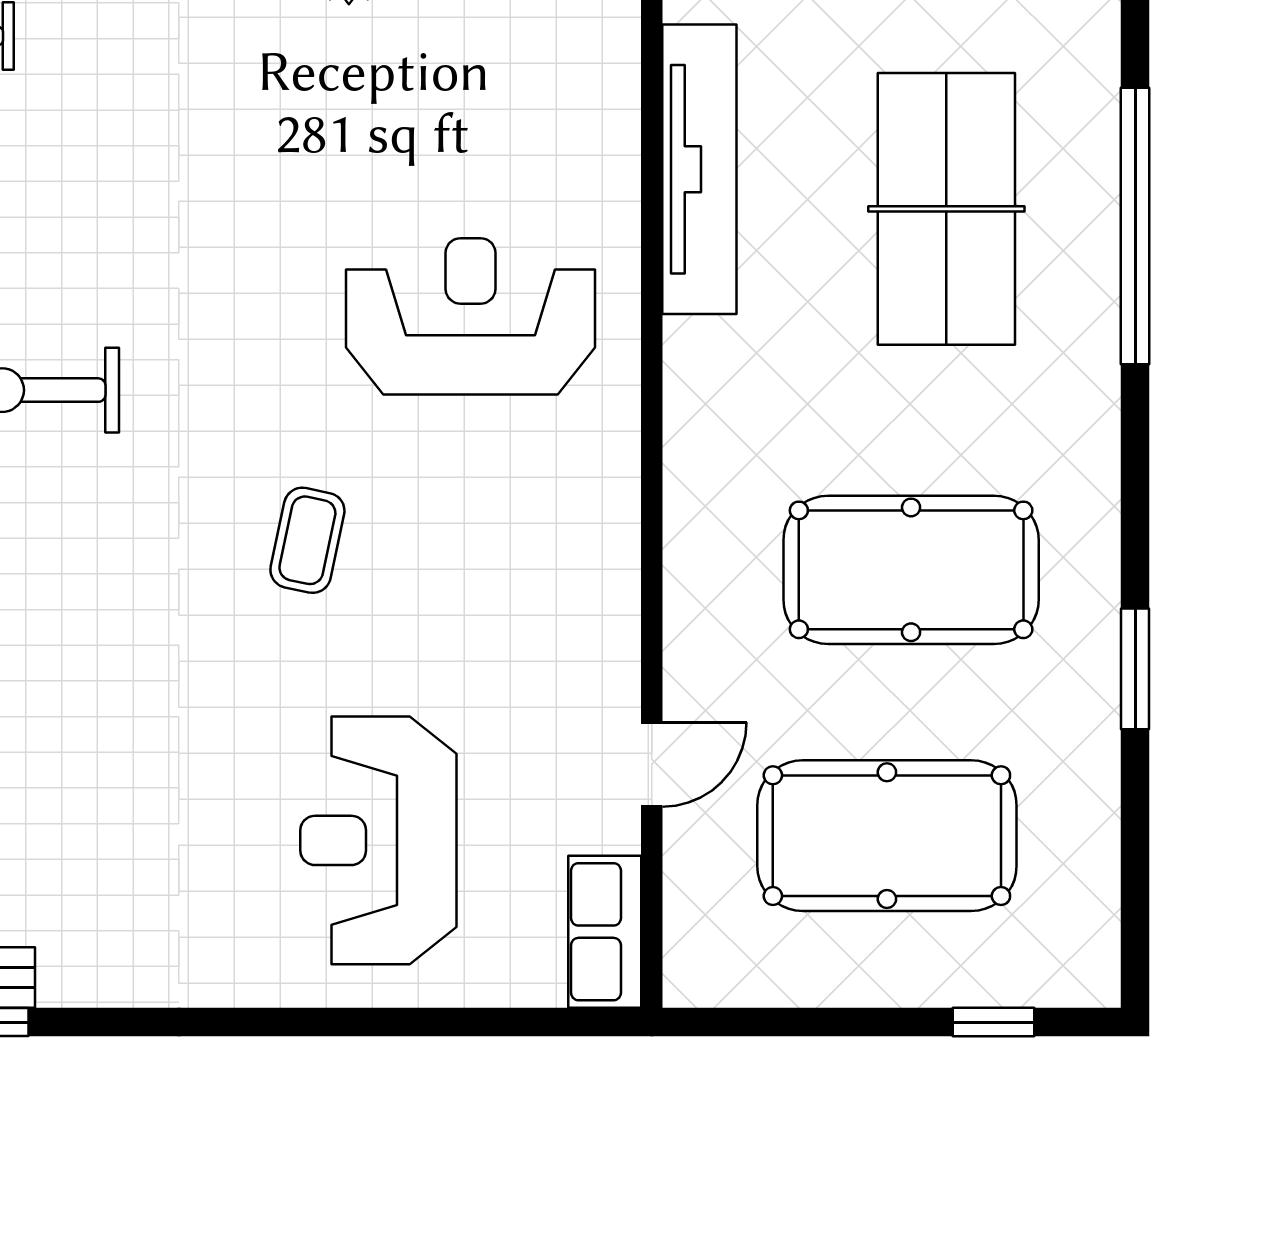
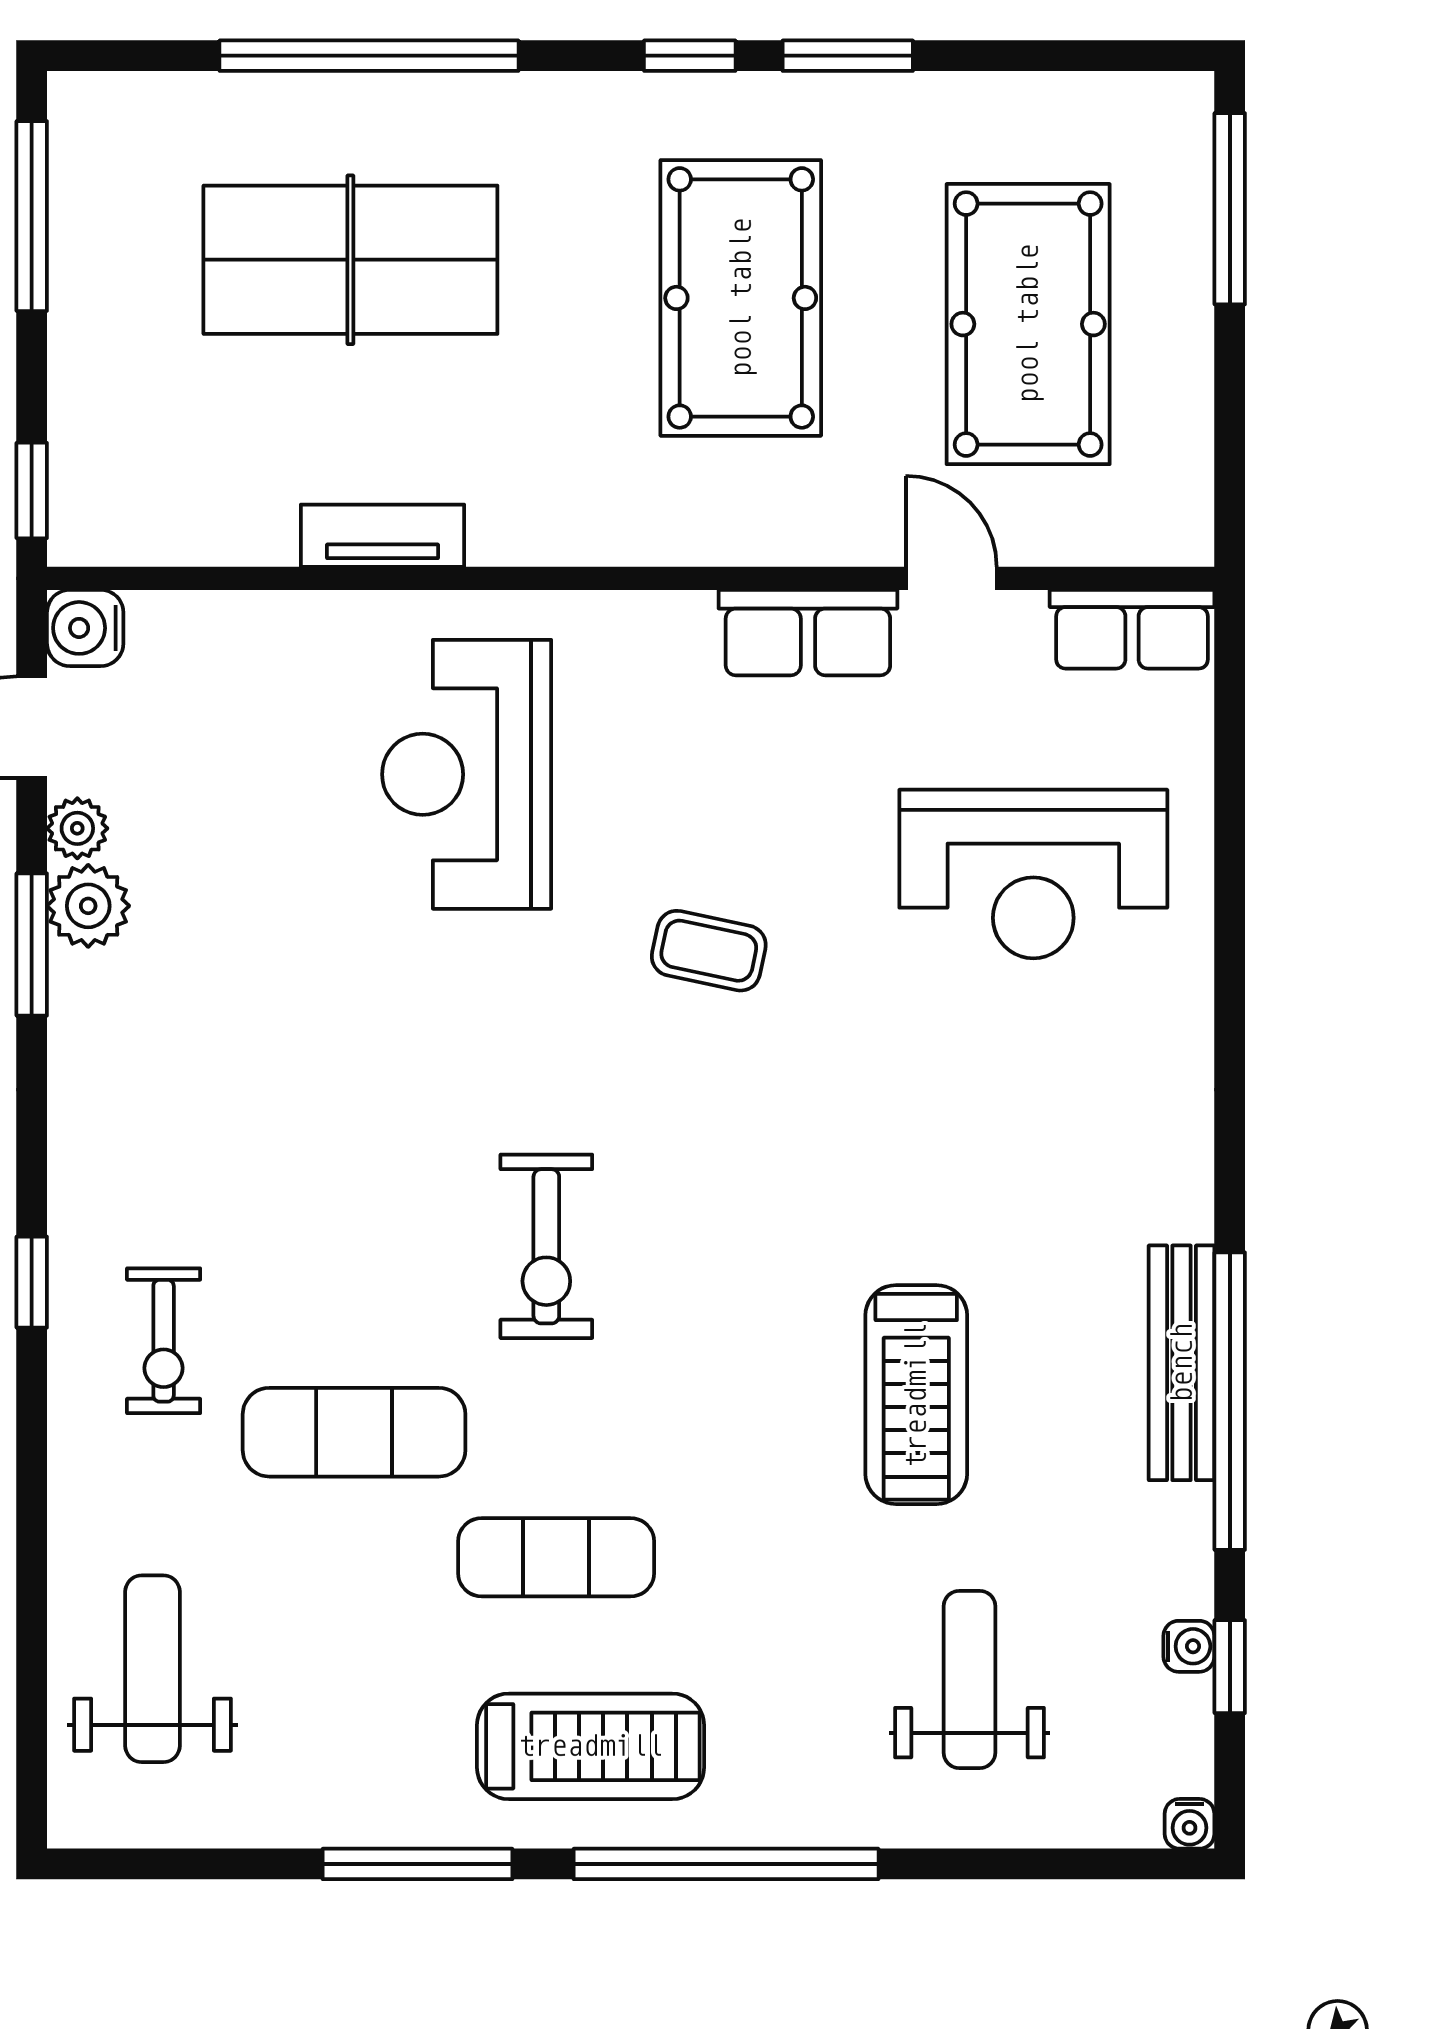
tv unit: (699, 169) -> (383, 536), width x0.52, depth x0.78
window: (1135, 523) -> (690, 56), added
row of seats: (602, 632) -> (808, 633), added
window: (994, 1022) -> (1230, 209), width x2.17

